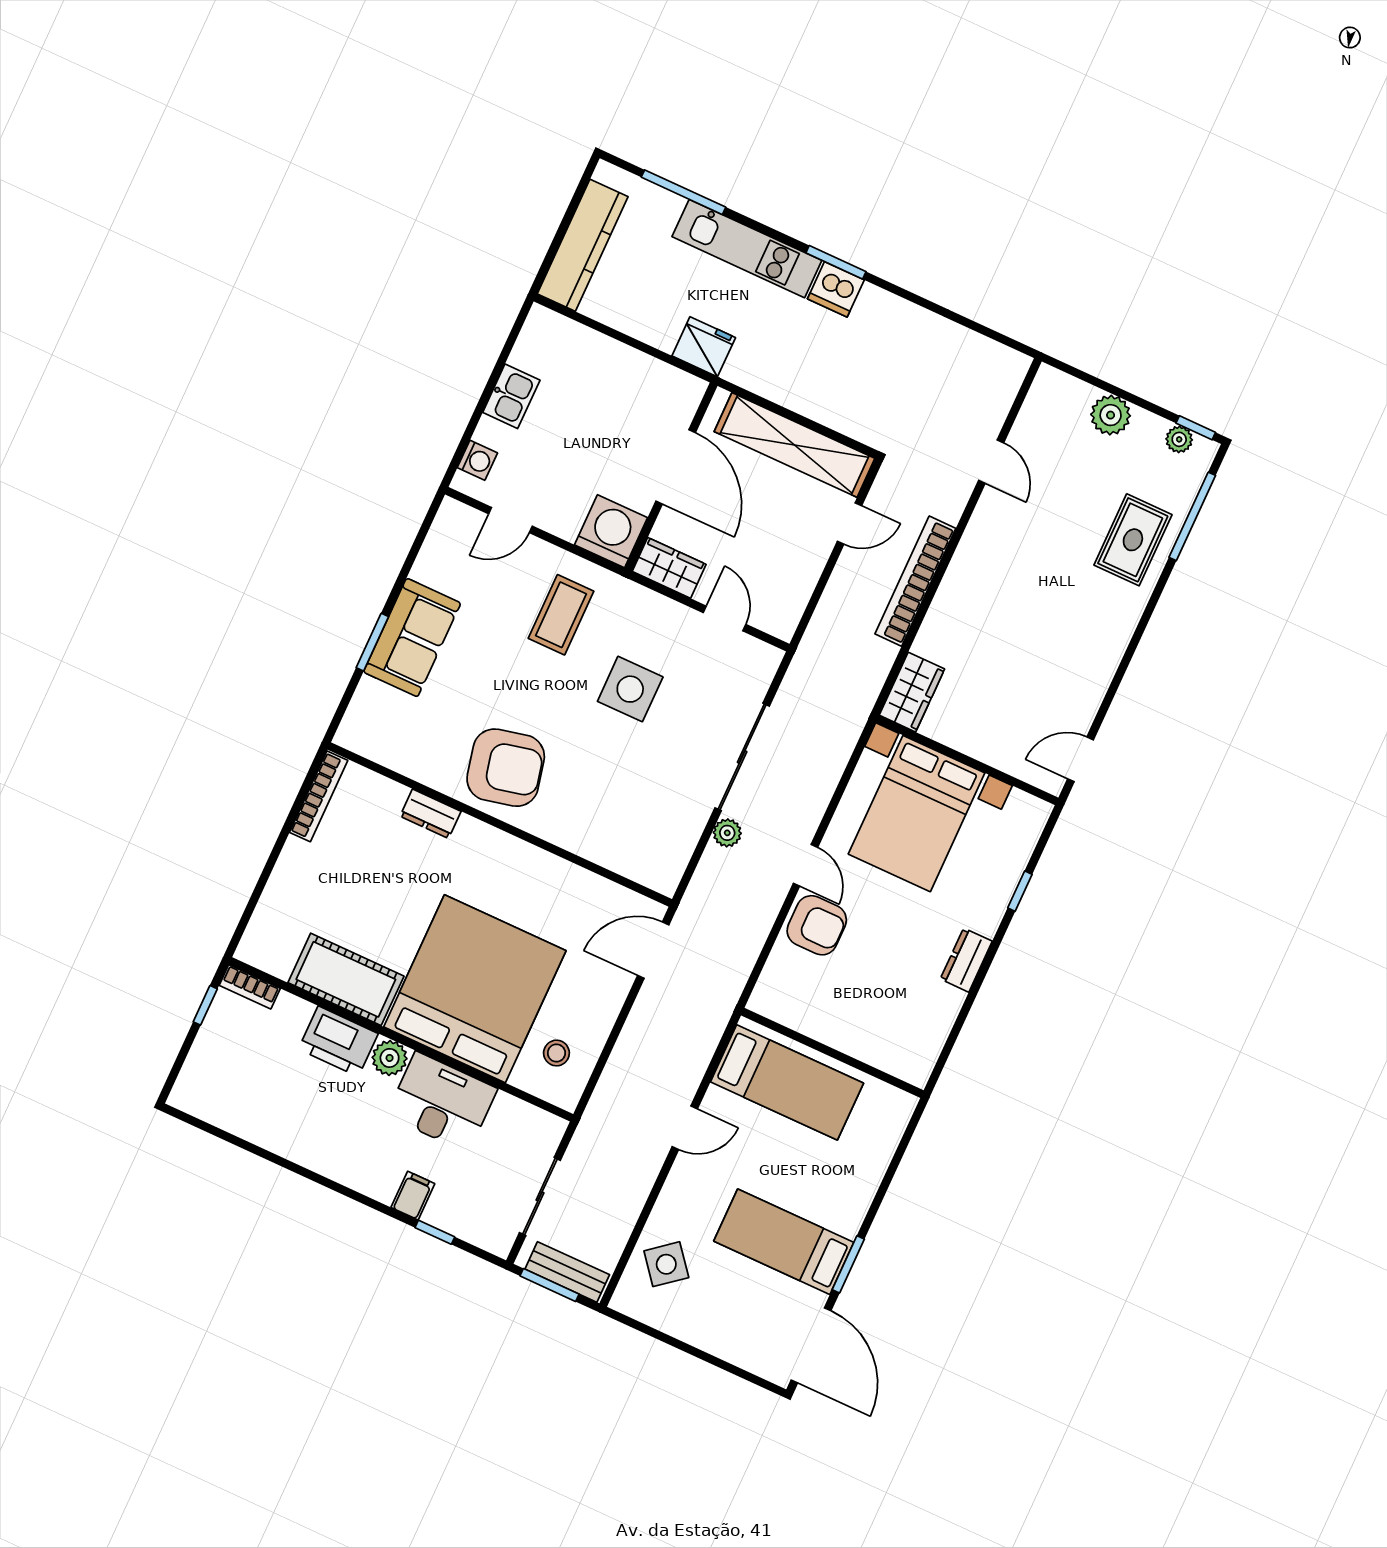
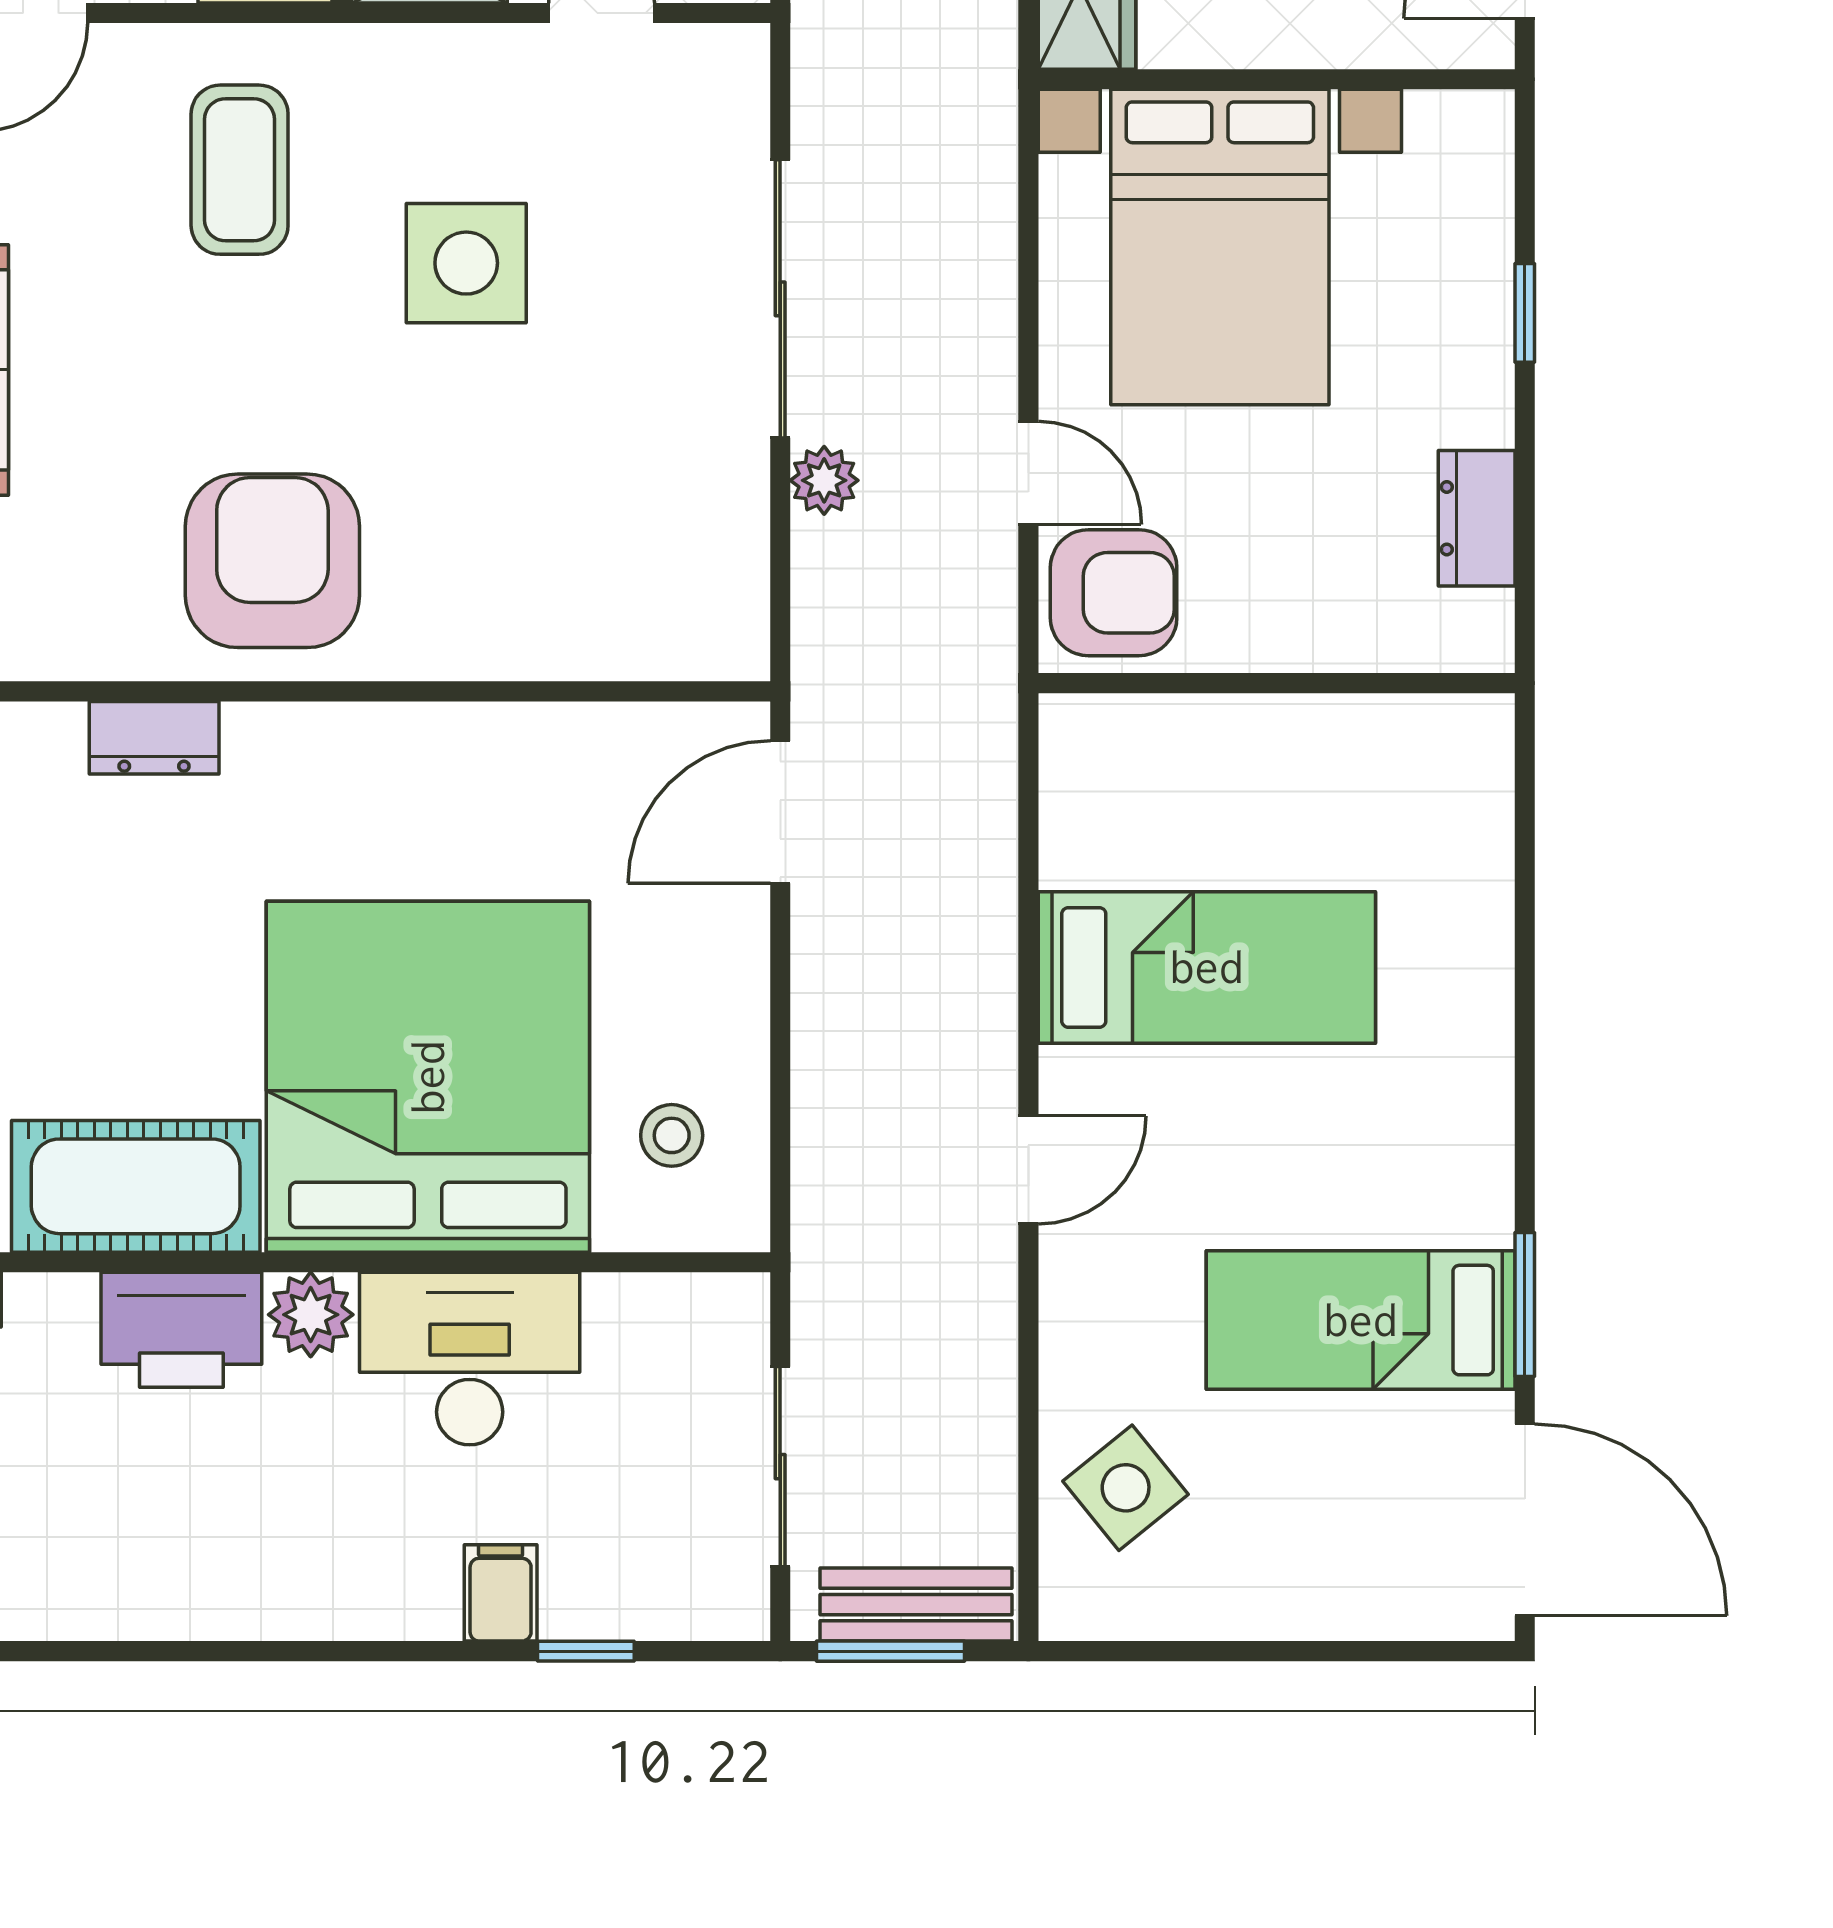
armchair: (506, 768) -> (272, 561), turned -77
wall: (832, 1053) -> (1277, 683), moved

